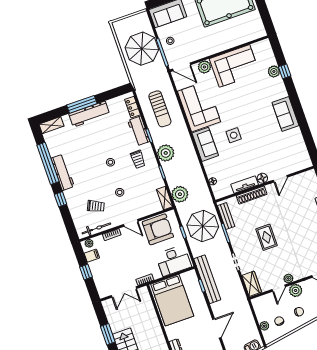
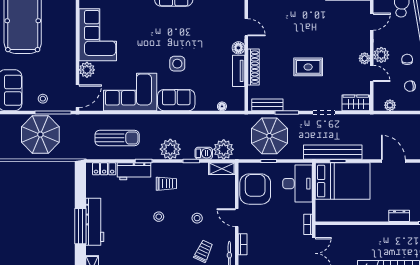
barbecue: (172, 180) -> (204, 153), added
door: (131, 223) -> (237, 218), swing flipped
bed: (172, 300) -> (343, 181), moved
plant: (264, 326) -> (390, 105), moved

